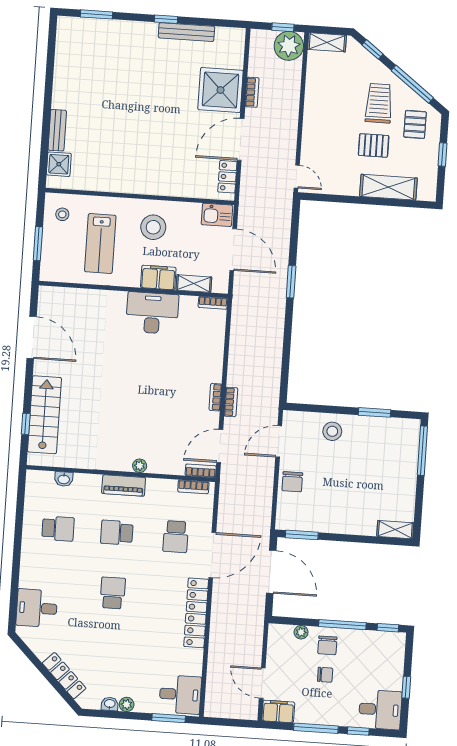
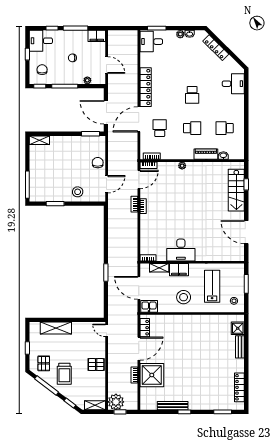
locker: (63, 57) -> (239, 387), added
pallet: (374, 145) -> (96, 365), moved
piano: (124, 486) -> (206, 154), moved
chair: (327, 645) -> (42, 70), moved
door: (262, 683) -> (107, 65), moved

